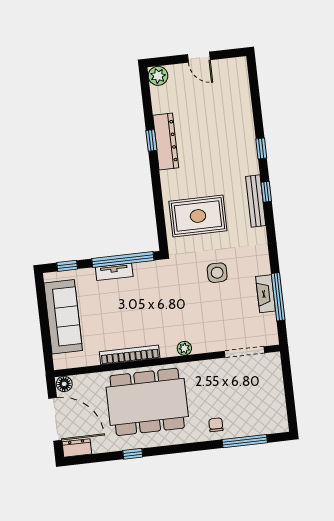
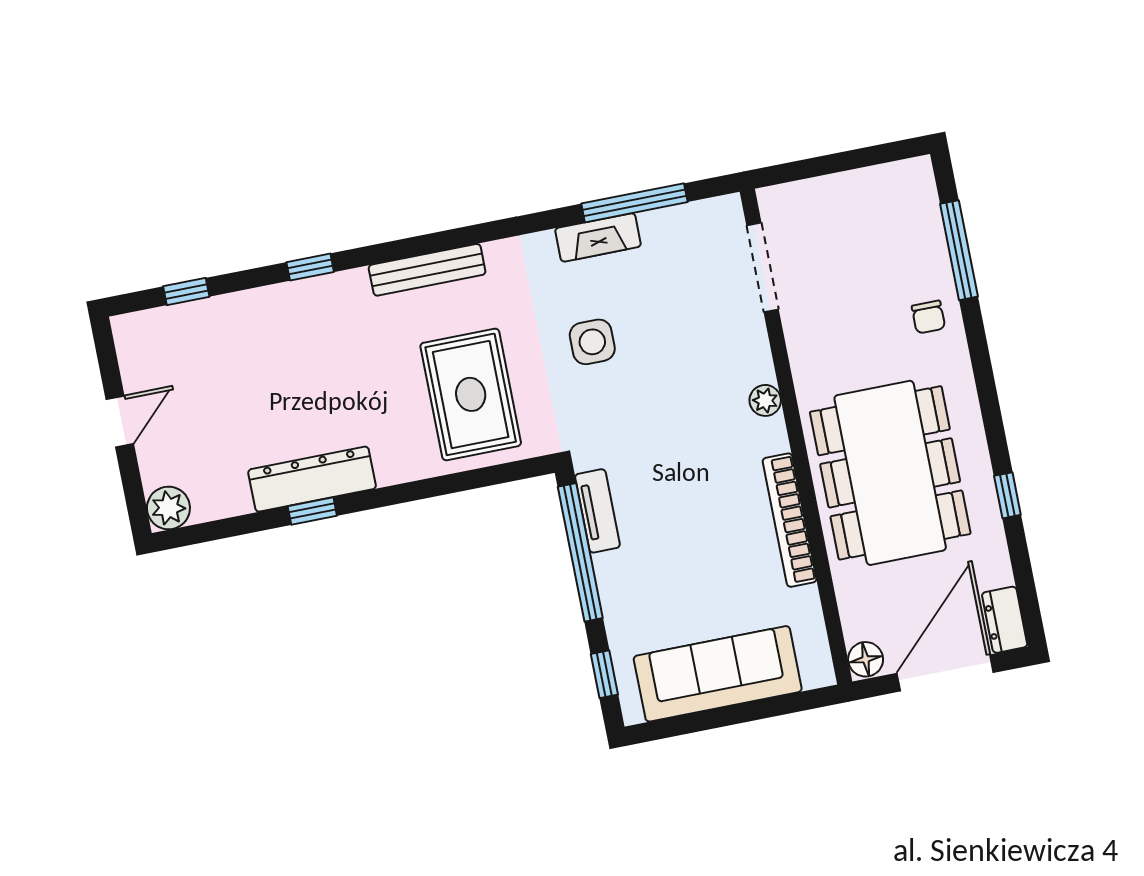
window: (266, 192) -> (186, 292), moved
tv unit: (114, 272) -> (597, 511), moved
fireplace: (266, 294) -> (598, 237), moved
chair: (216, 425) -> (928, 317), turned -90

